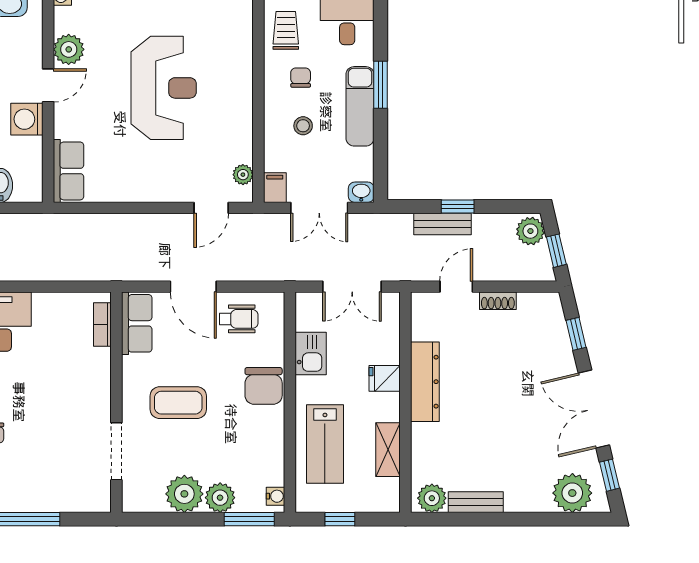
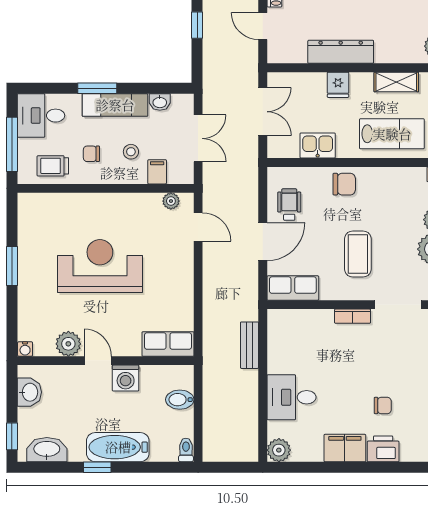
filing cabinet: (275, 188) -> (157, 172), moved, turned 90
washbasin: (361, 192) -> (160, 102), moved, turned -90
bench: (442, 224) -> (250, 345), moved
bookcase: (102, 325) -> (353, 316), moved
chair: (264, 386) -> (344, 184), width x0.73, depth x0.73

